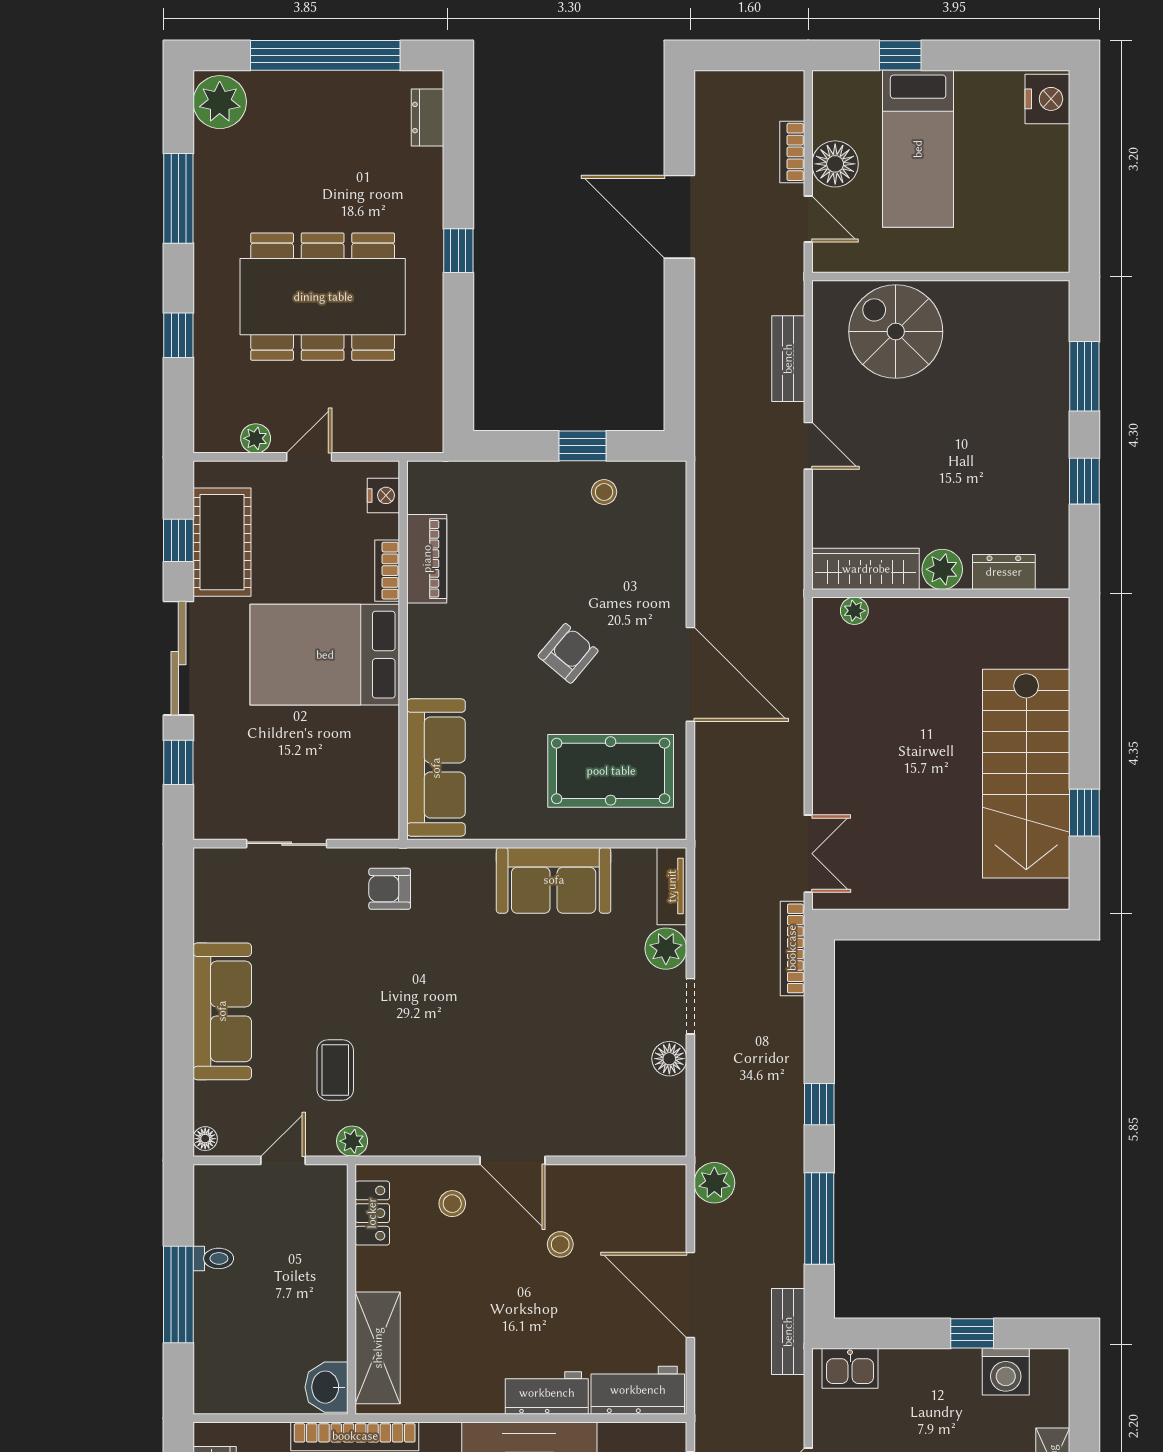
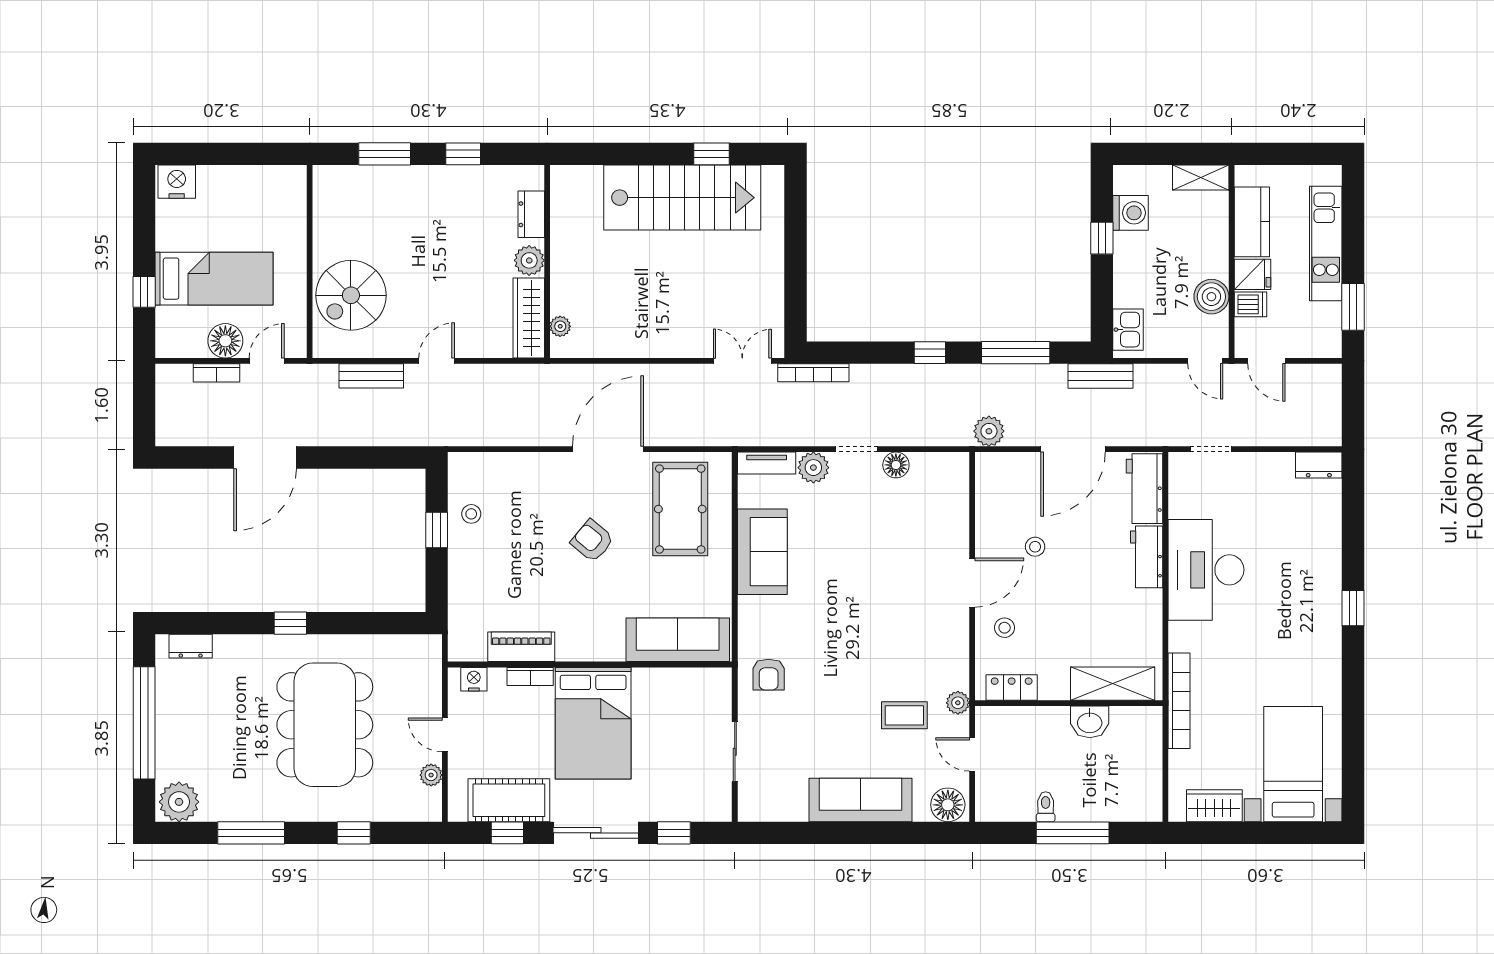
floor lamp: (205, 1139) -> (948, 805), width x1.89, depth x1.89
washbasin: (326, 1387) -> (1090, 722), moved

